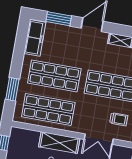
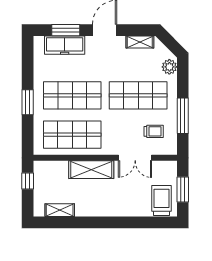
freezer: (35, 38) -> (65, 45), moved, turned 90
window: (12, 89) -> (28, 102), moved

